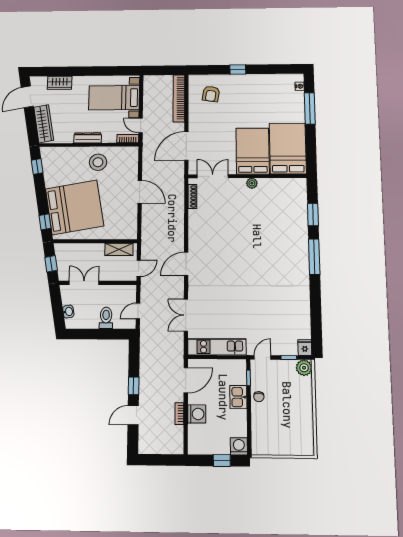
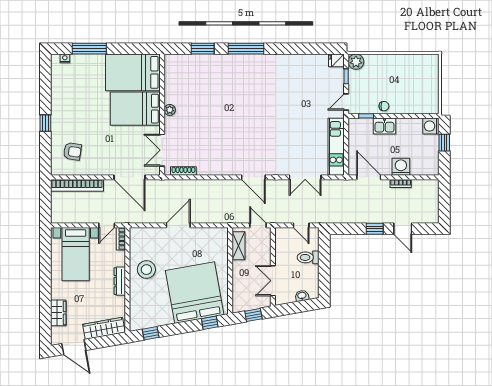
door: (262, 357) -> (346, 102), hinge flipped

